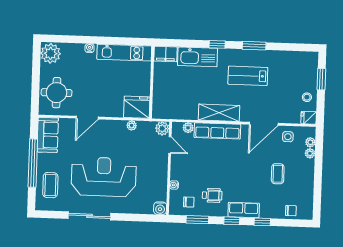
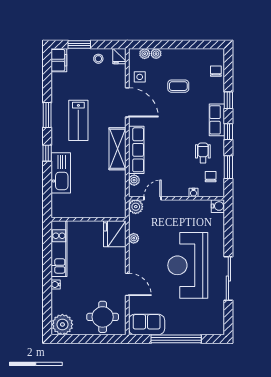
filing cabinet: (166, 54) -> (59, 60), moved
coffee table: (50, 185) -> (198, 320), removed

